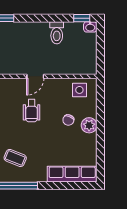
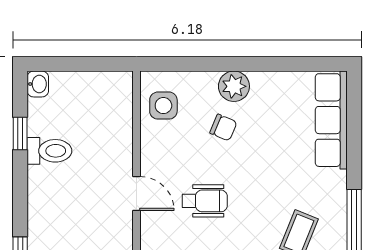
window: (82, 18) -> (20, 133), moved

